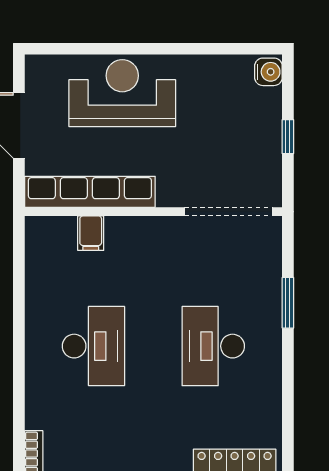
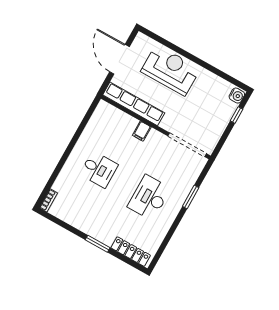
window: (288, 137) -> (237, 115), moved
filing cabinet: (91, 233) -> (142, 131), moved
desk: (93, 346) -> (99, 169), width x0.73

